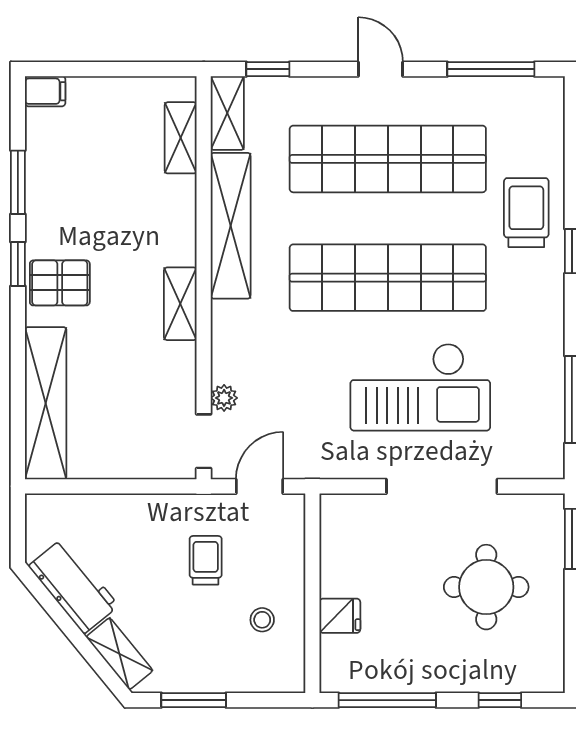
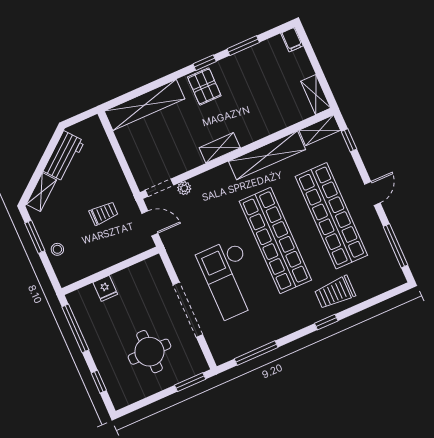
shelving: (181, 138) -> (316, 95), moved, turned 90
trolley: (526, 213) -> (335, 292), turned 180
stool: (262, 620) -> (57, 249), moved

